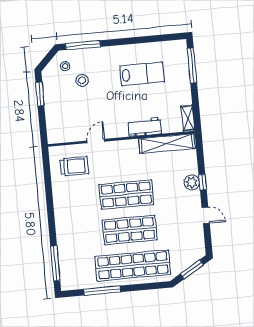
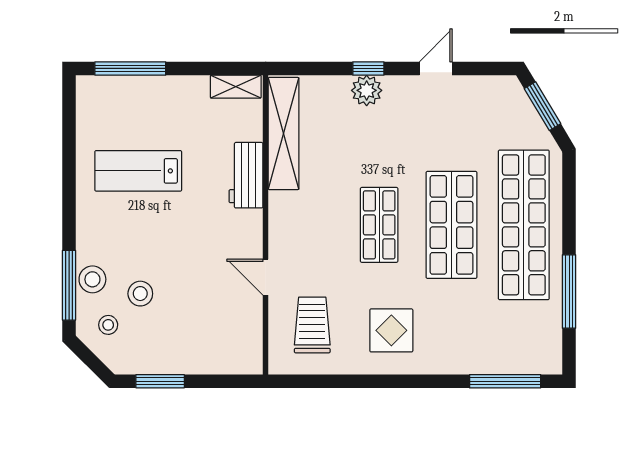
stool: (87, 56) -> (92, 279), added
lab bench: (142, 74) -> (138, 171), turned -90
shop shelf: (126, 194) -> (379, 225), width x0.70, depth x0.74
display table: (75, 205) -> (391, 330), added

